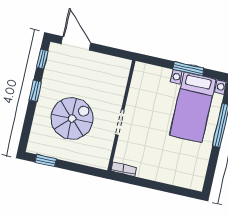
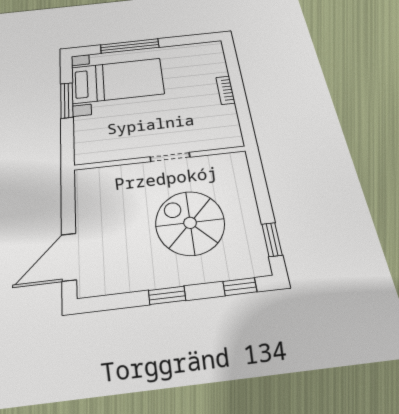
window: (42, 59) -> (240, 287), moved
bookcase: (123, 169) -> (225, 90), moved

